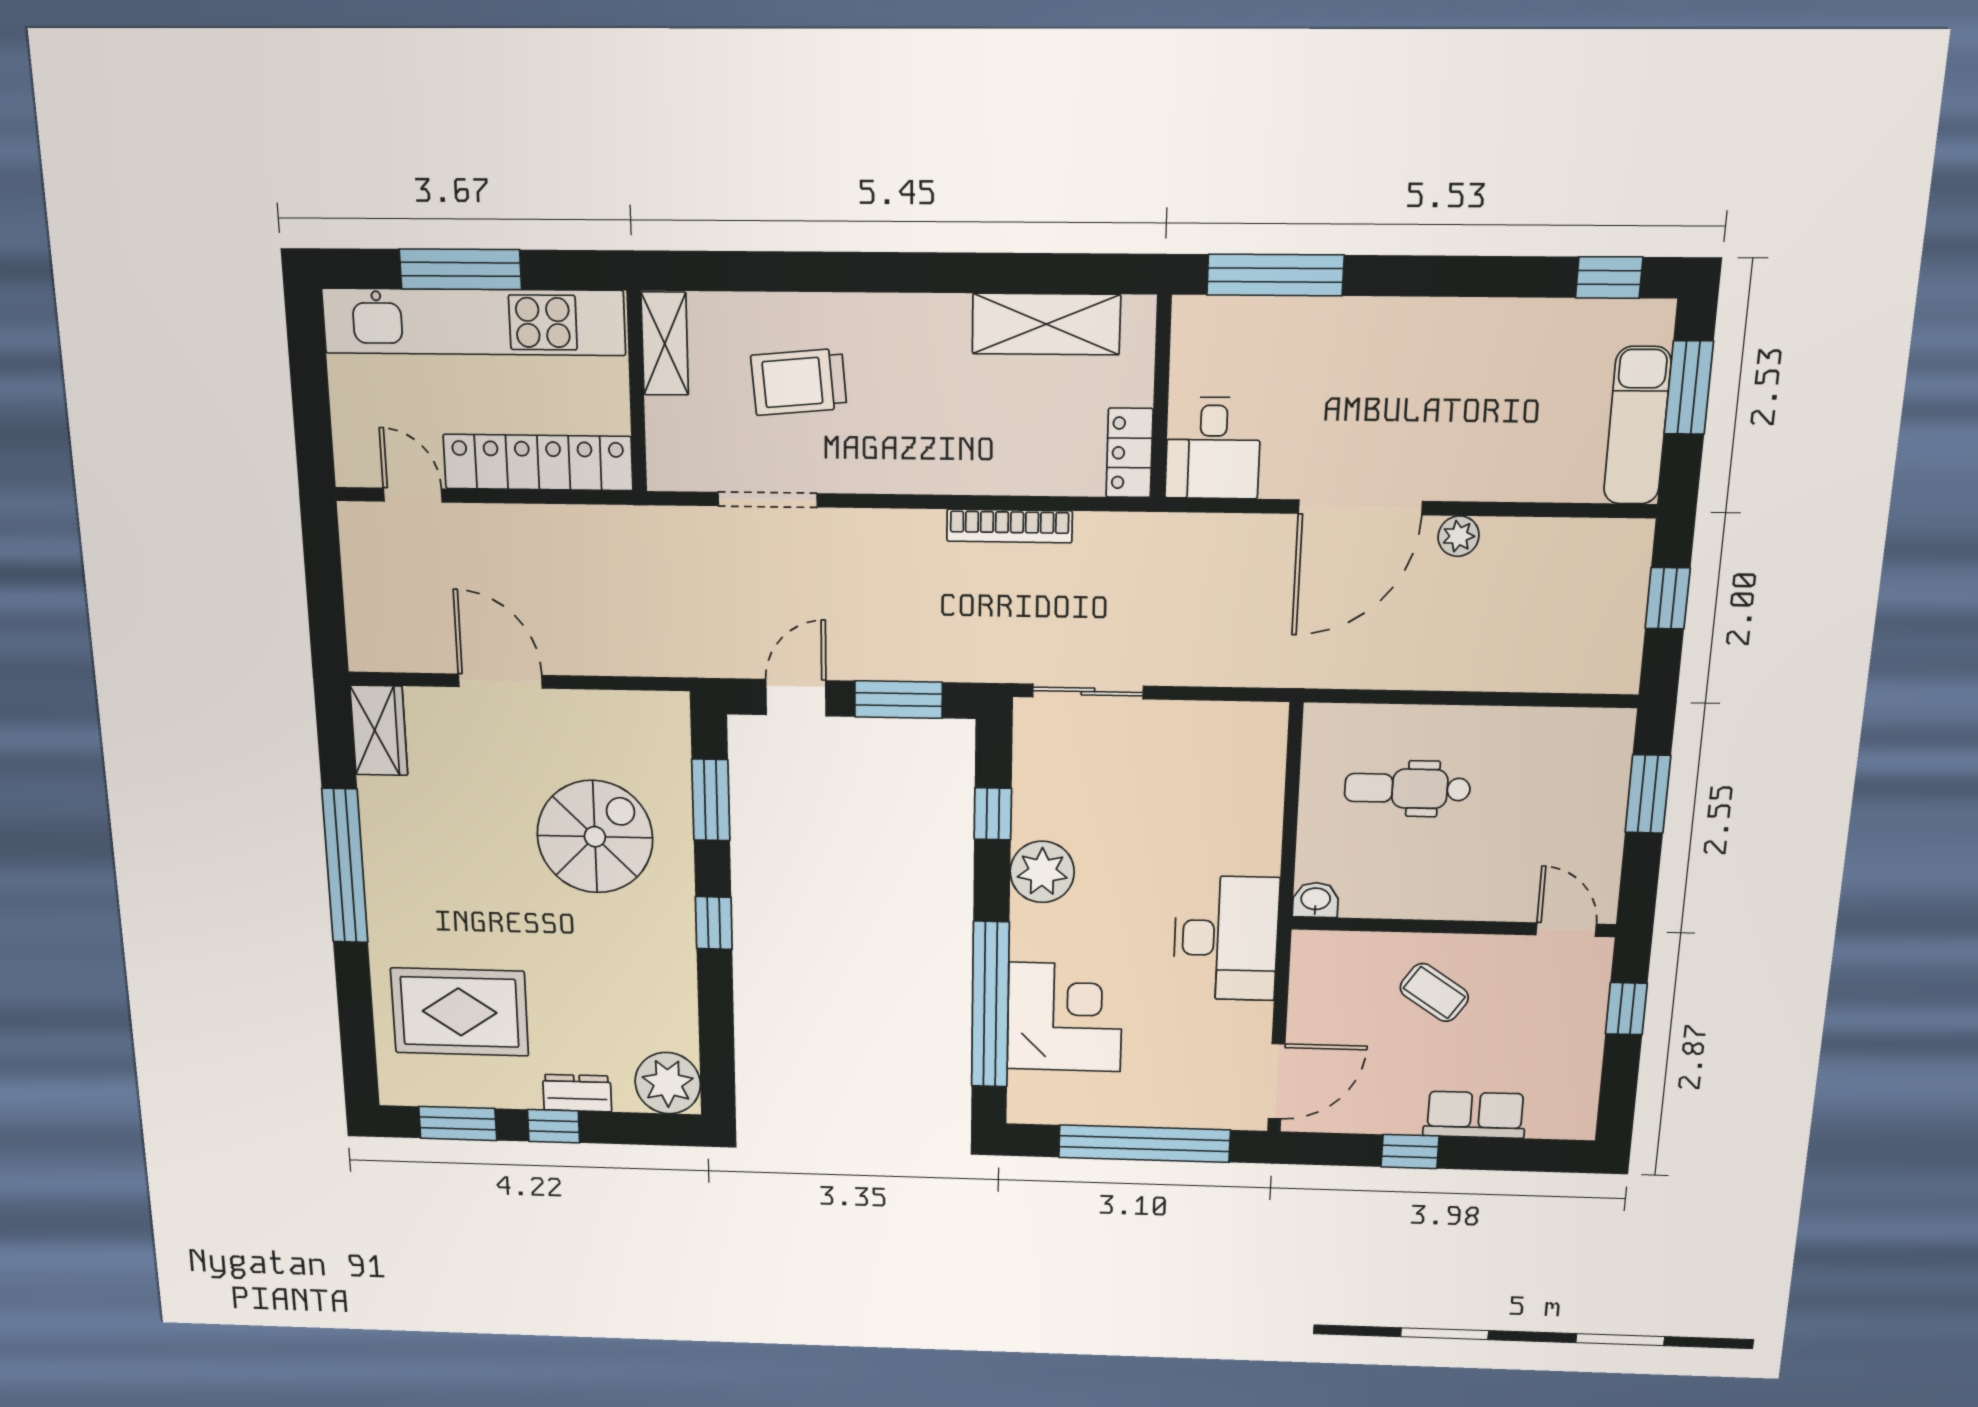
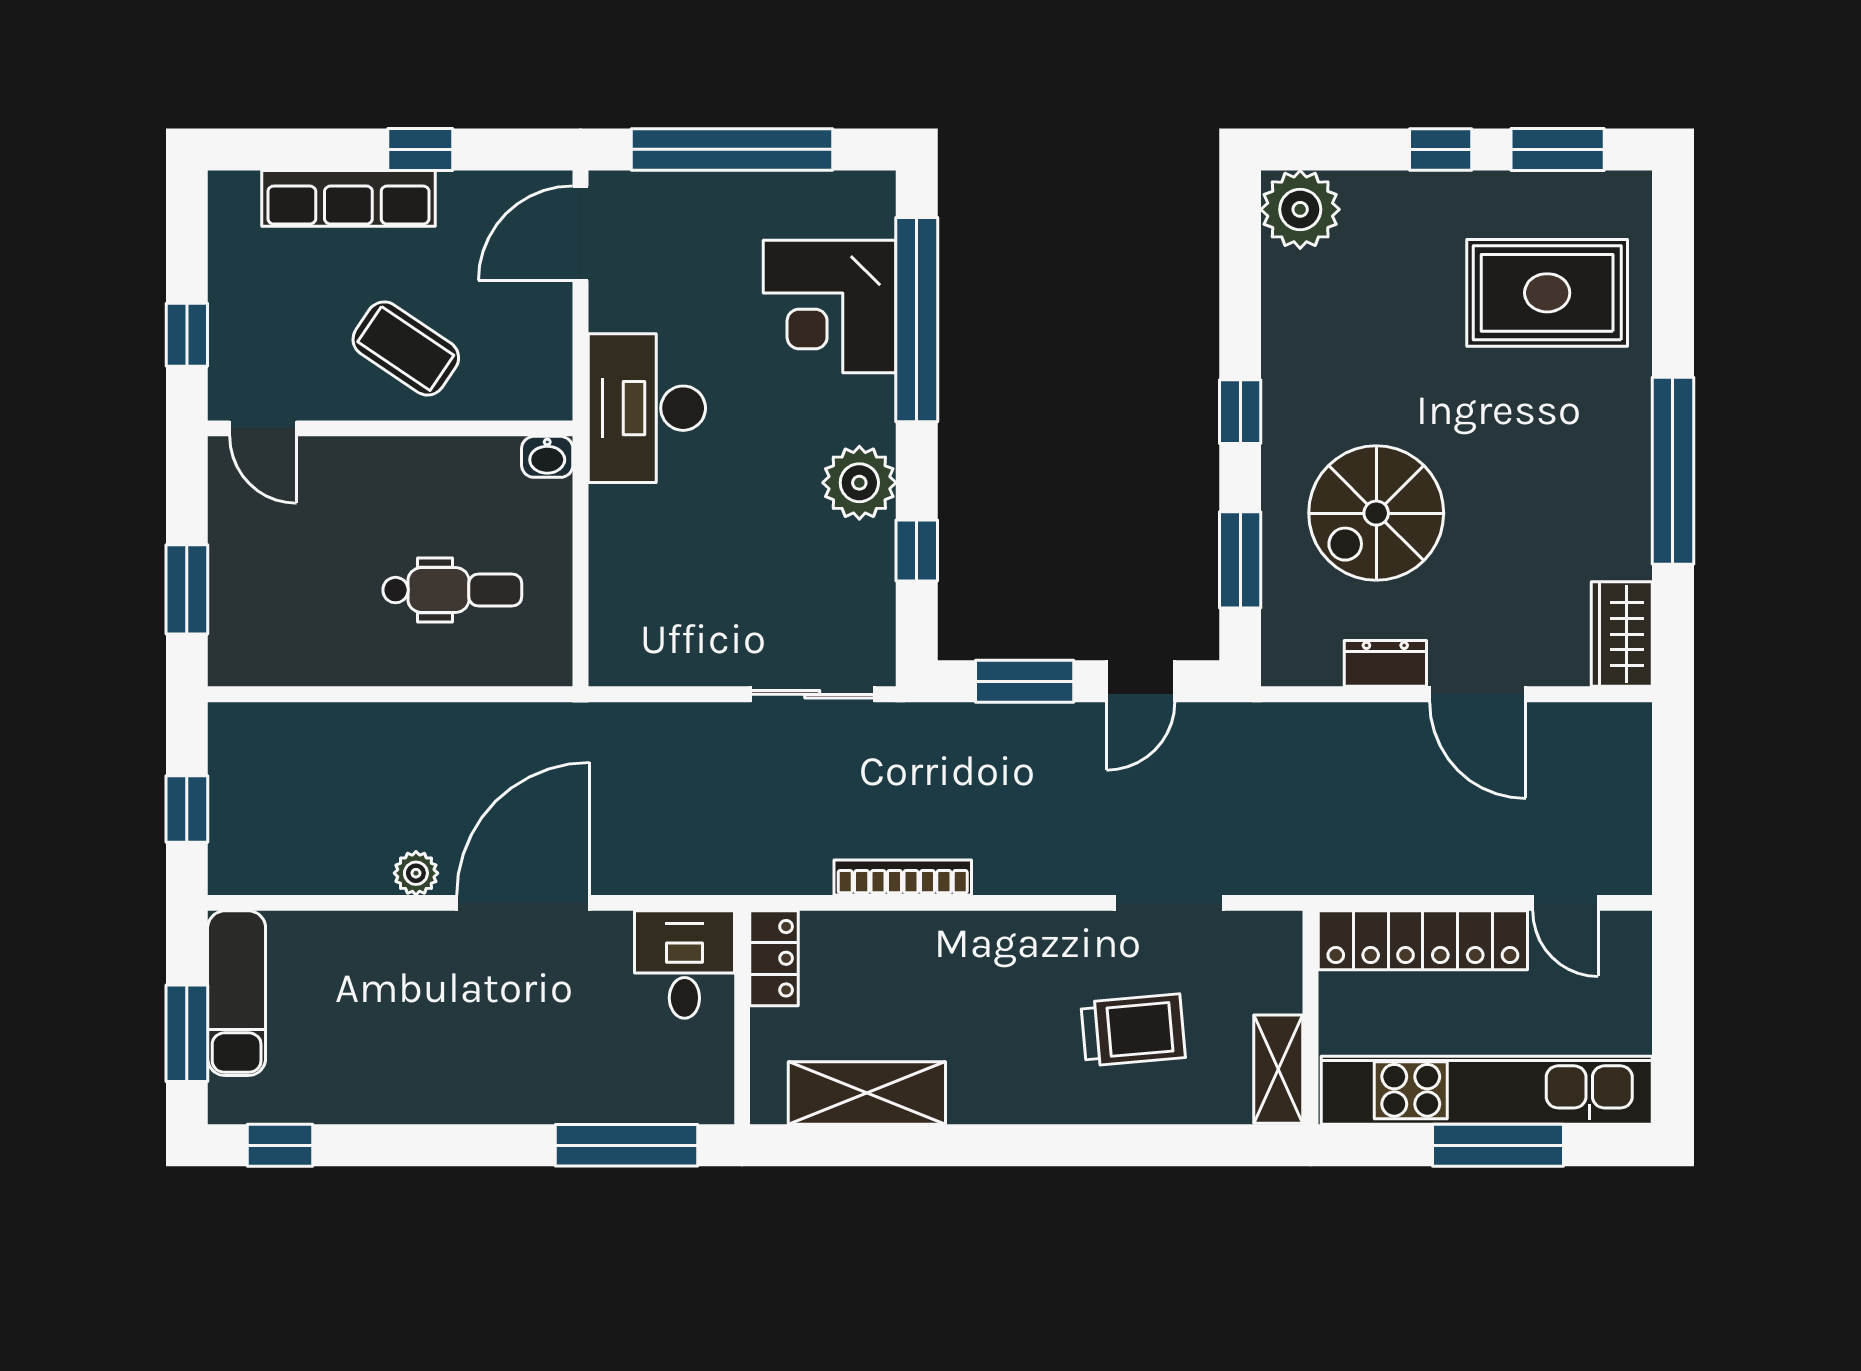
coffee table: (1434, 992) -> (406, 348), width x1.36, depth x1.30
dresser: (577, 1093) -> (1385, 663), moved, turned 180
row of seats: (1475, 1115) -> (348, 198), width x1.48

